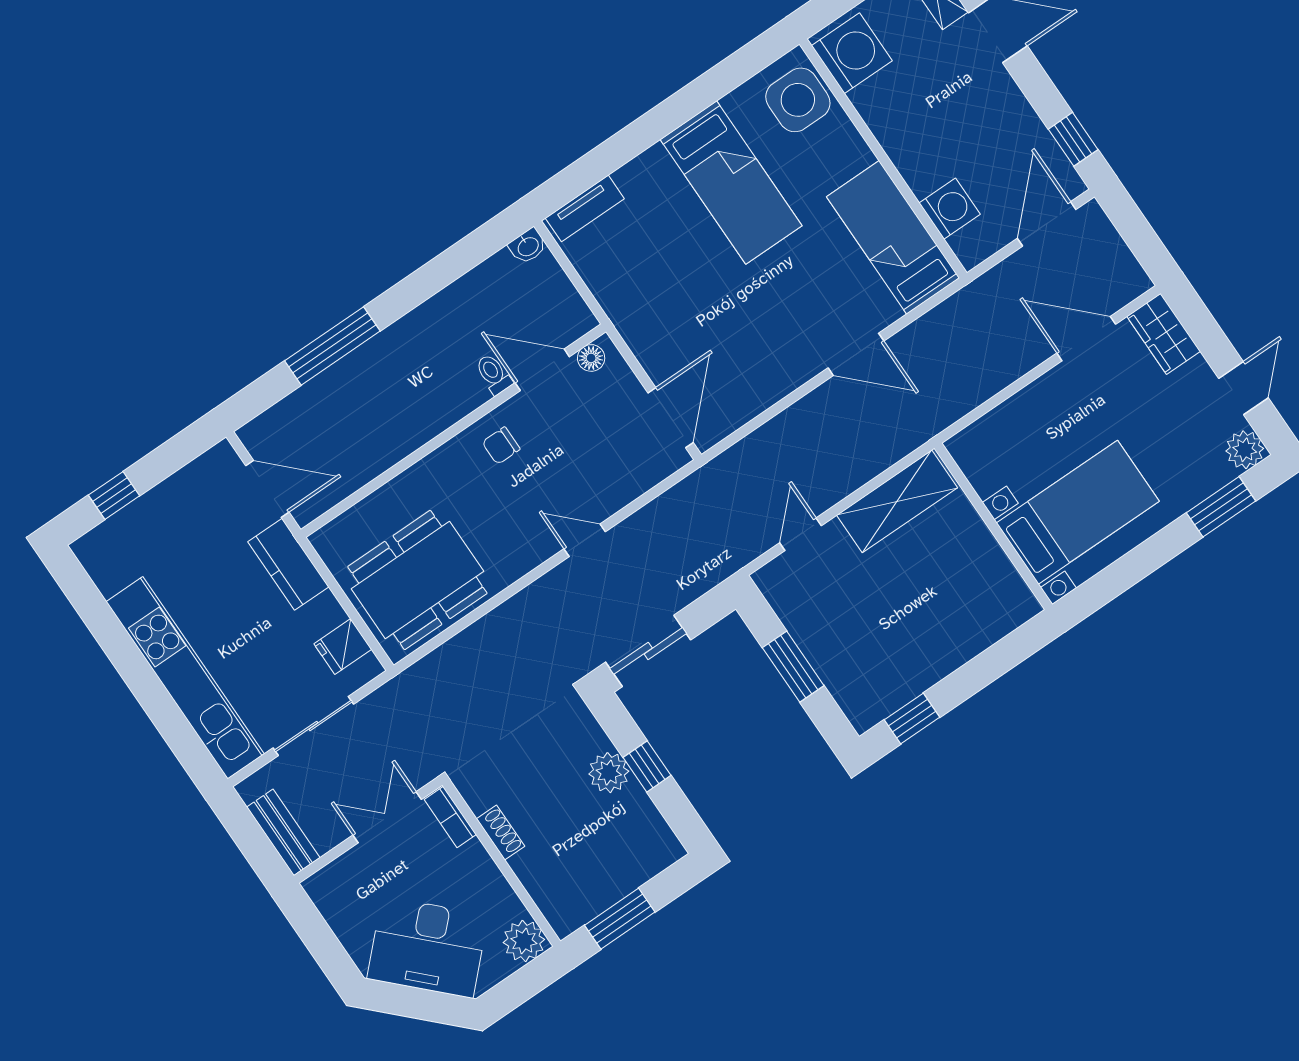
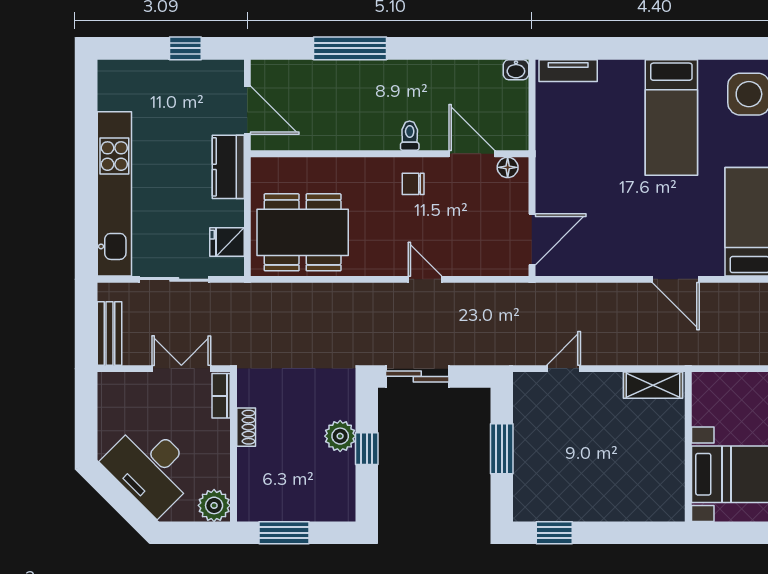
toilet: (494, 374) -> (410, 136), moved
window: (114, 495) -> (185, 48), moved
shelving: (897, 501) -> (653, 385), width x0.67, depth x0.75

